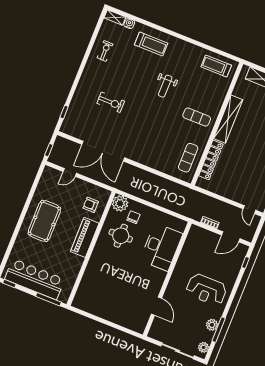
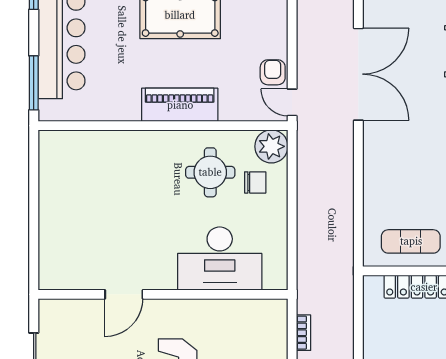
double door: (103, 151) -> (358, 74), swing flipped
door: (70, 172) -> (292, 102), moved
armchair: (91, 205) -> (273, 72), moved
door: (156, 306) -> (124, 294), moved

